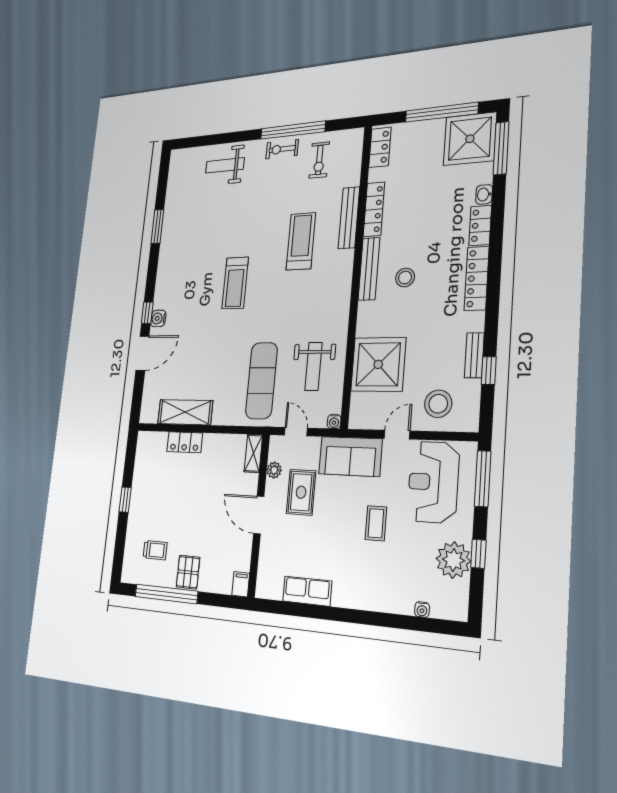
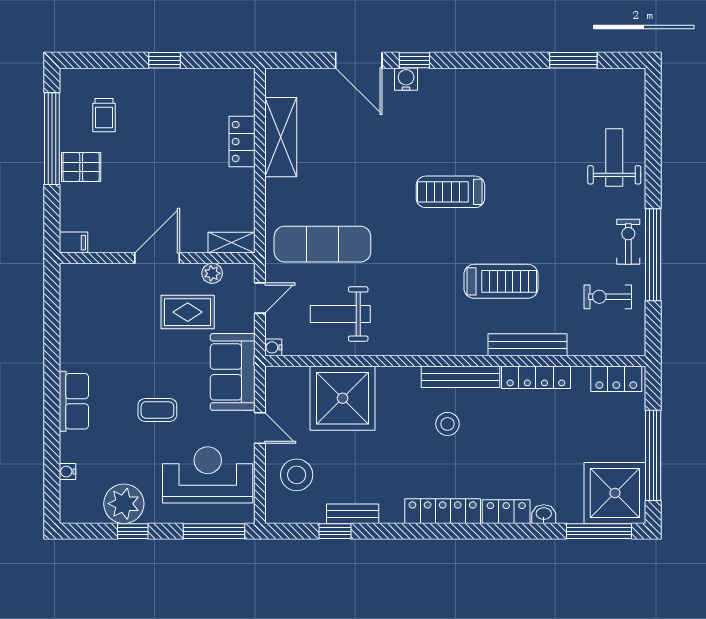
window: (157, 226) -> (573, 60), moved
row of seats: (307, 591) -> (74, 401), moved

